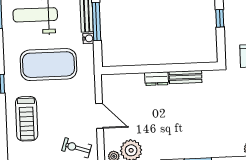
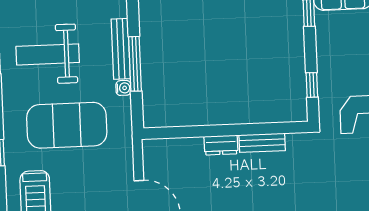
window: (220, 18) -> (312, 85), moved

